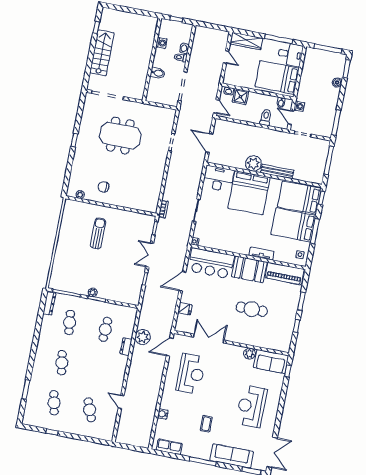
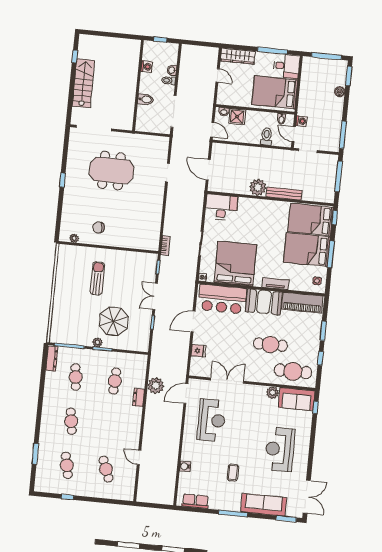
bed: (249, 193) -> (235, 264), moved, turned 180
parasol: (109, 274) -> (114, 321), added
cafe table: (270, 336) -> (293, 371), added

